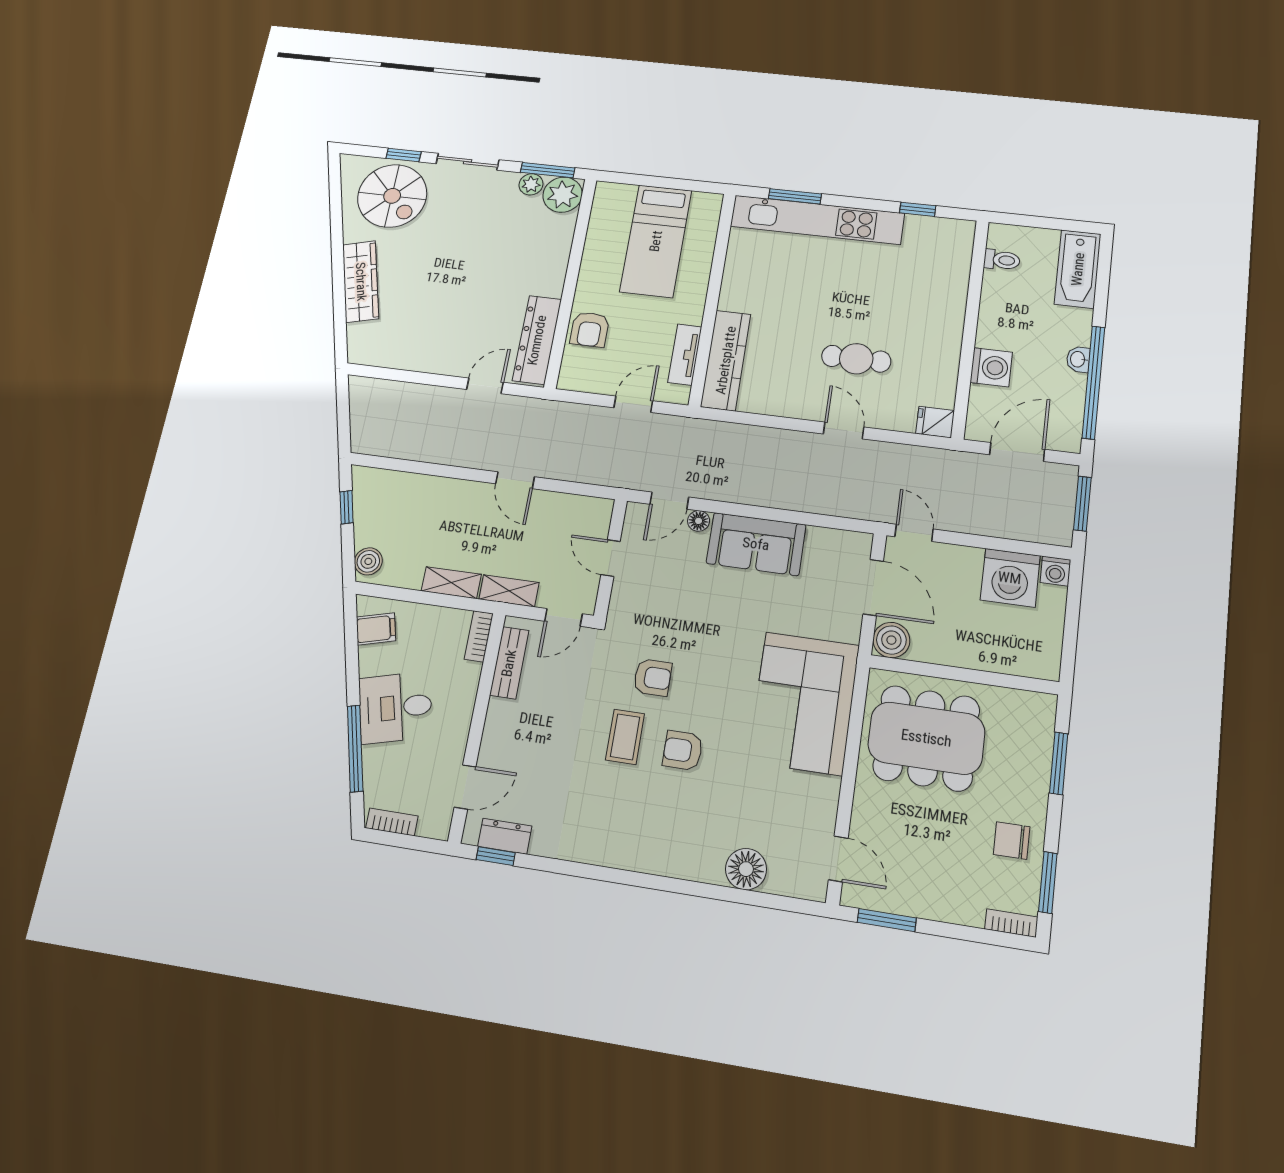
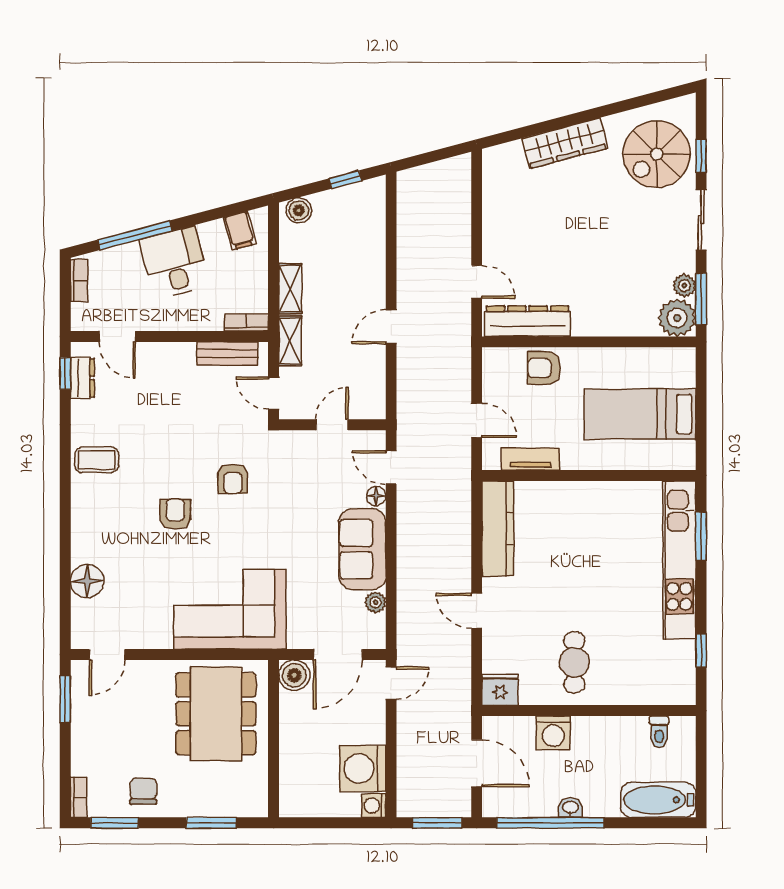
cafe table: (856, 359) -> (574, 662), moved
kitchen counter: (726, 360) -> (498, 528), moved, turned -90
fridge: (935, 422) -> (500, 690), width x1.38
door: (844, 430) -> (477, 611), swing flipped
plant: (819, 538) -> (375, 602), added
coffee table: (625, 737) -> (97, 460), moved

